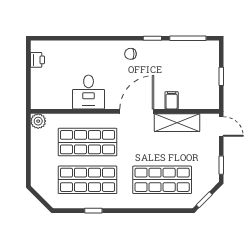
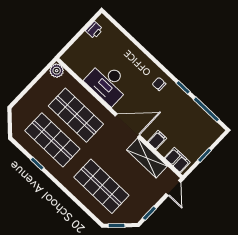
desk: (89, 92) -> (108, 83), width x1.37
filing cabinet: (203, 101) -> (177, 160), added

